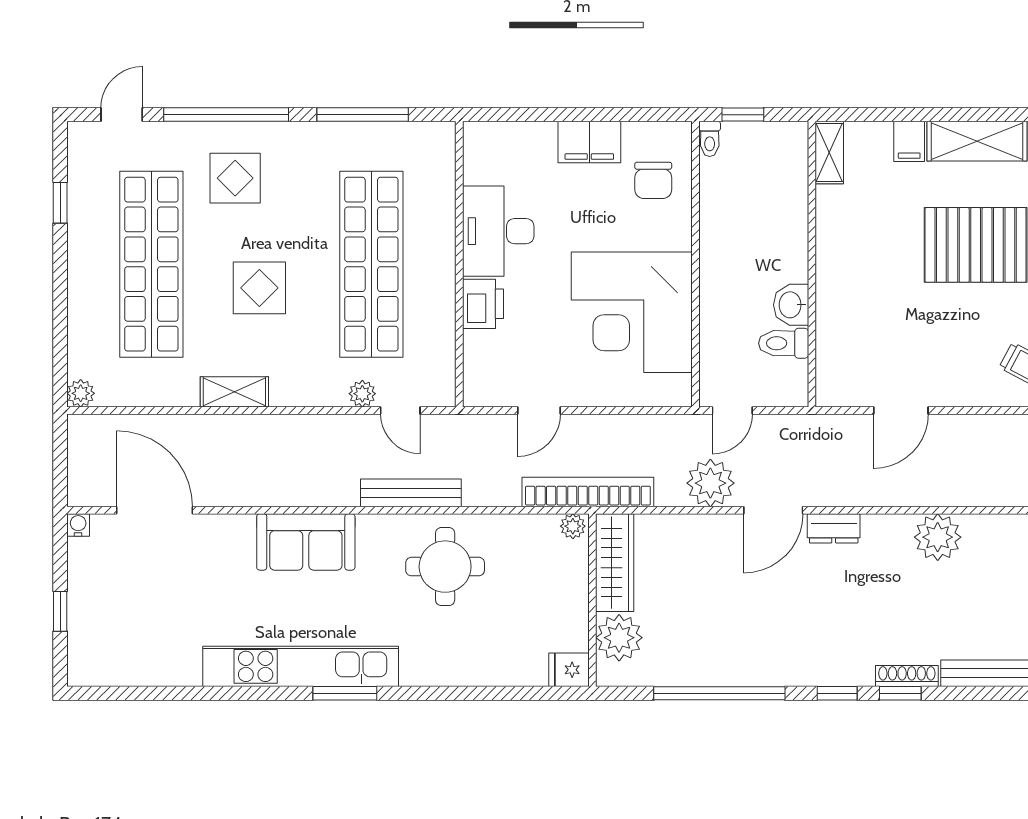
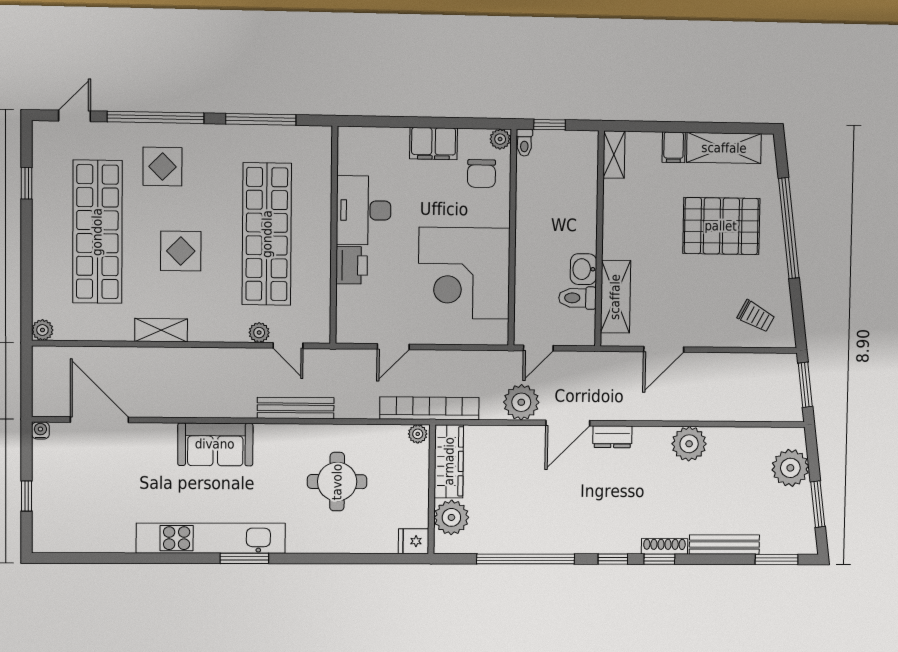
plant: (677, 135) -> (500, 139), added
shelving: (835, 341) -> (615, 297), added
round table: (445, 567) -> (337, 482), moved

